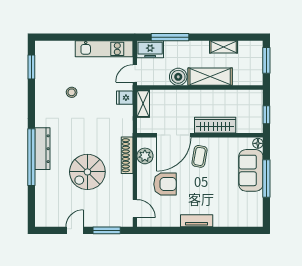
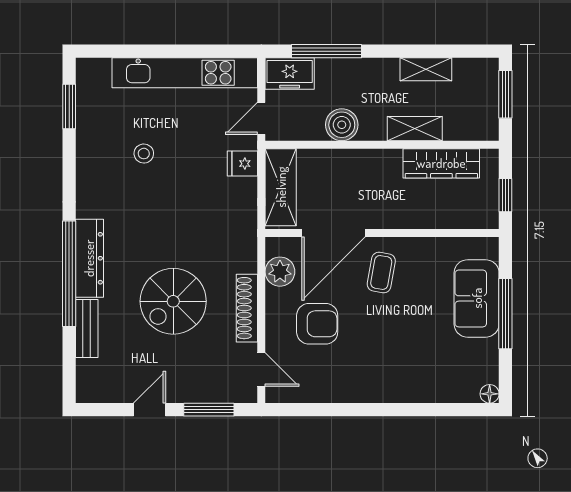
kitchen unit: (104, 49) -> (185, 73), width x1.36
shelving: (210, 77) -> (415, 129), width x0.67, depth x0.75
shelving: (143, 104) -> (281, 187), width x1.50, depth x1.33
wardrobe: (215, 125) -> (441, 163), moved, turned 180
floor lamp: (258, 143) -> (490, 394), moved
shoe rack: (127, 155) -> (247, 308), moved
bench: (41, 187) -> (87, 328), added
tv unit: (197, 221) -> (376, 392), removed

